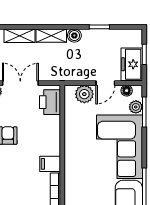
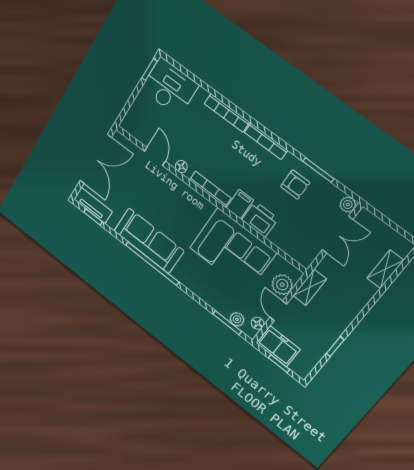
shelving: (51, 36) -> (310, 287), moved
boiler: (74, 36) -> (345, 319), removed
printer: (50, 102) -> (260, 219), moved
corner sofa: (119, 147) -> (233, 250), moved, turned 180

